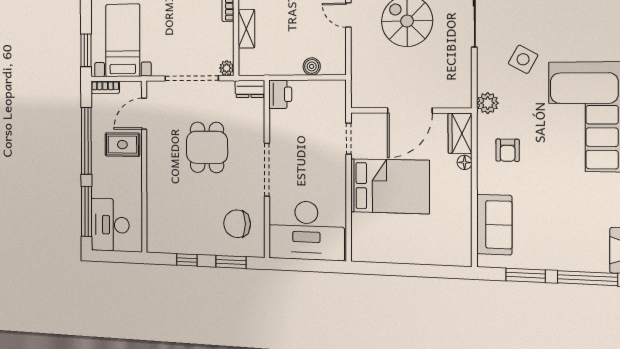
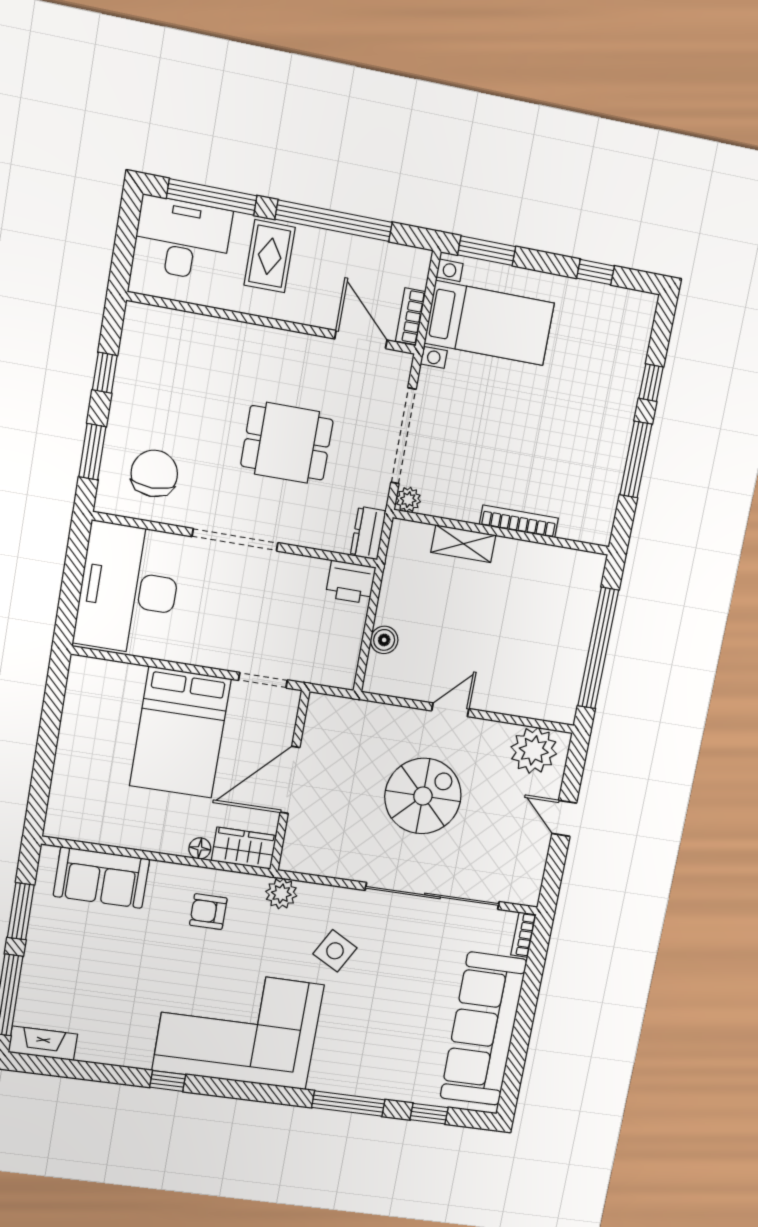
bookcase: (105, 87) -> (411, 316), moved
door: (410, 111) -> (290, 780), hinge flipped
rug: (122, 145) -> (270, 256), moved

